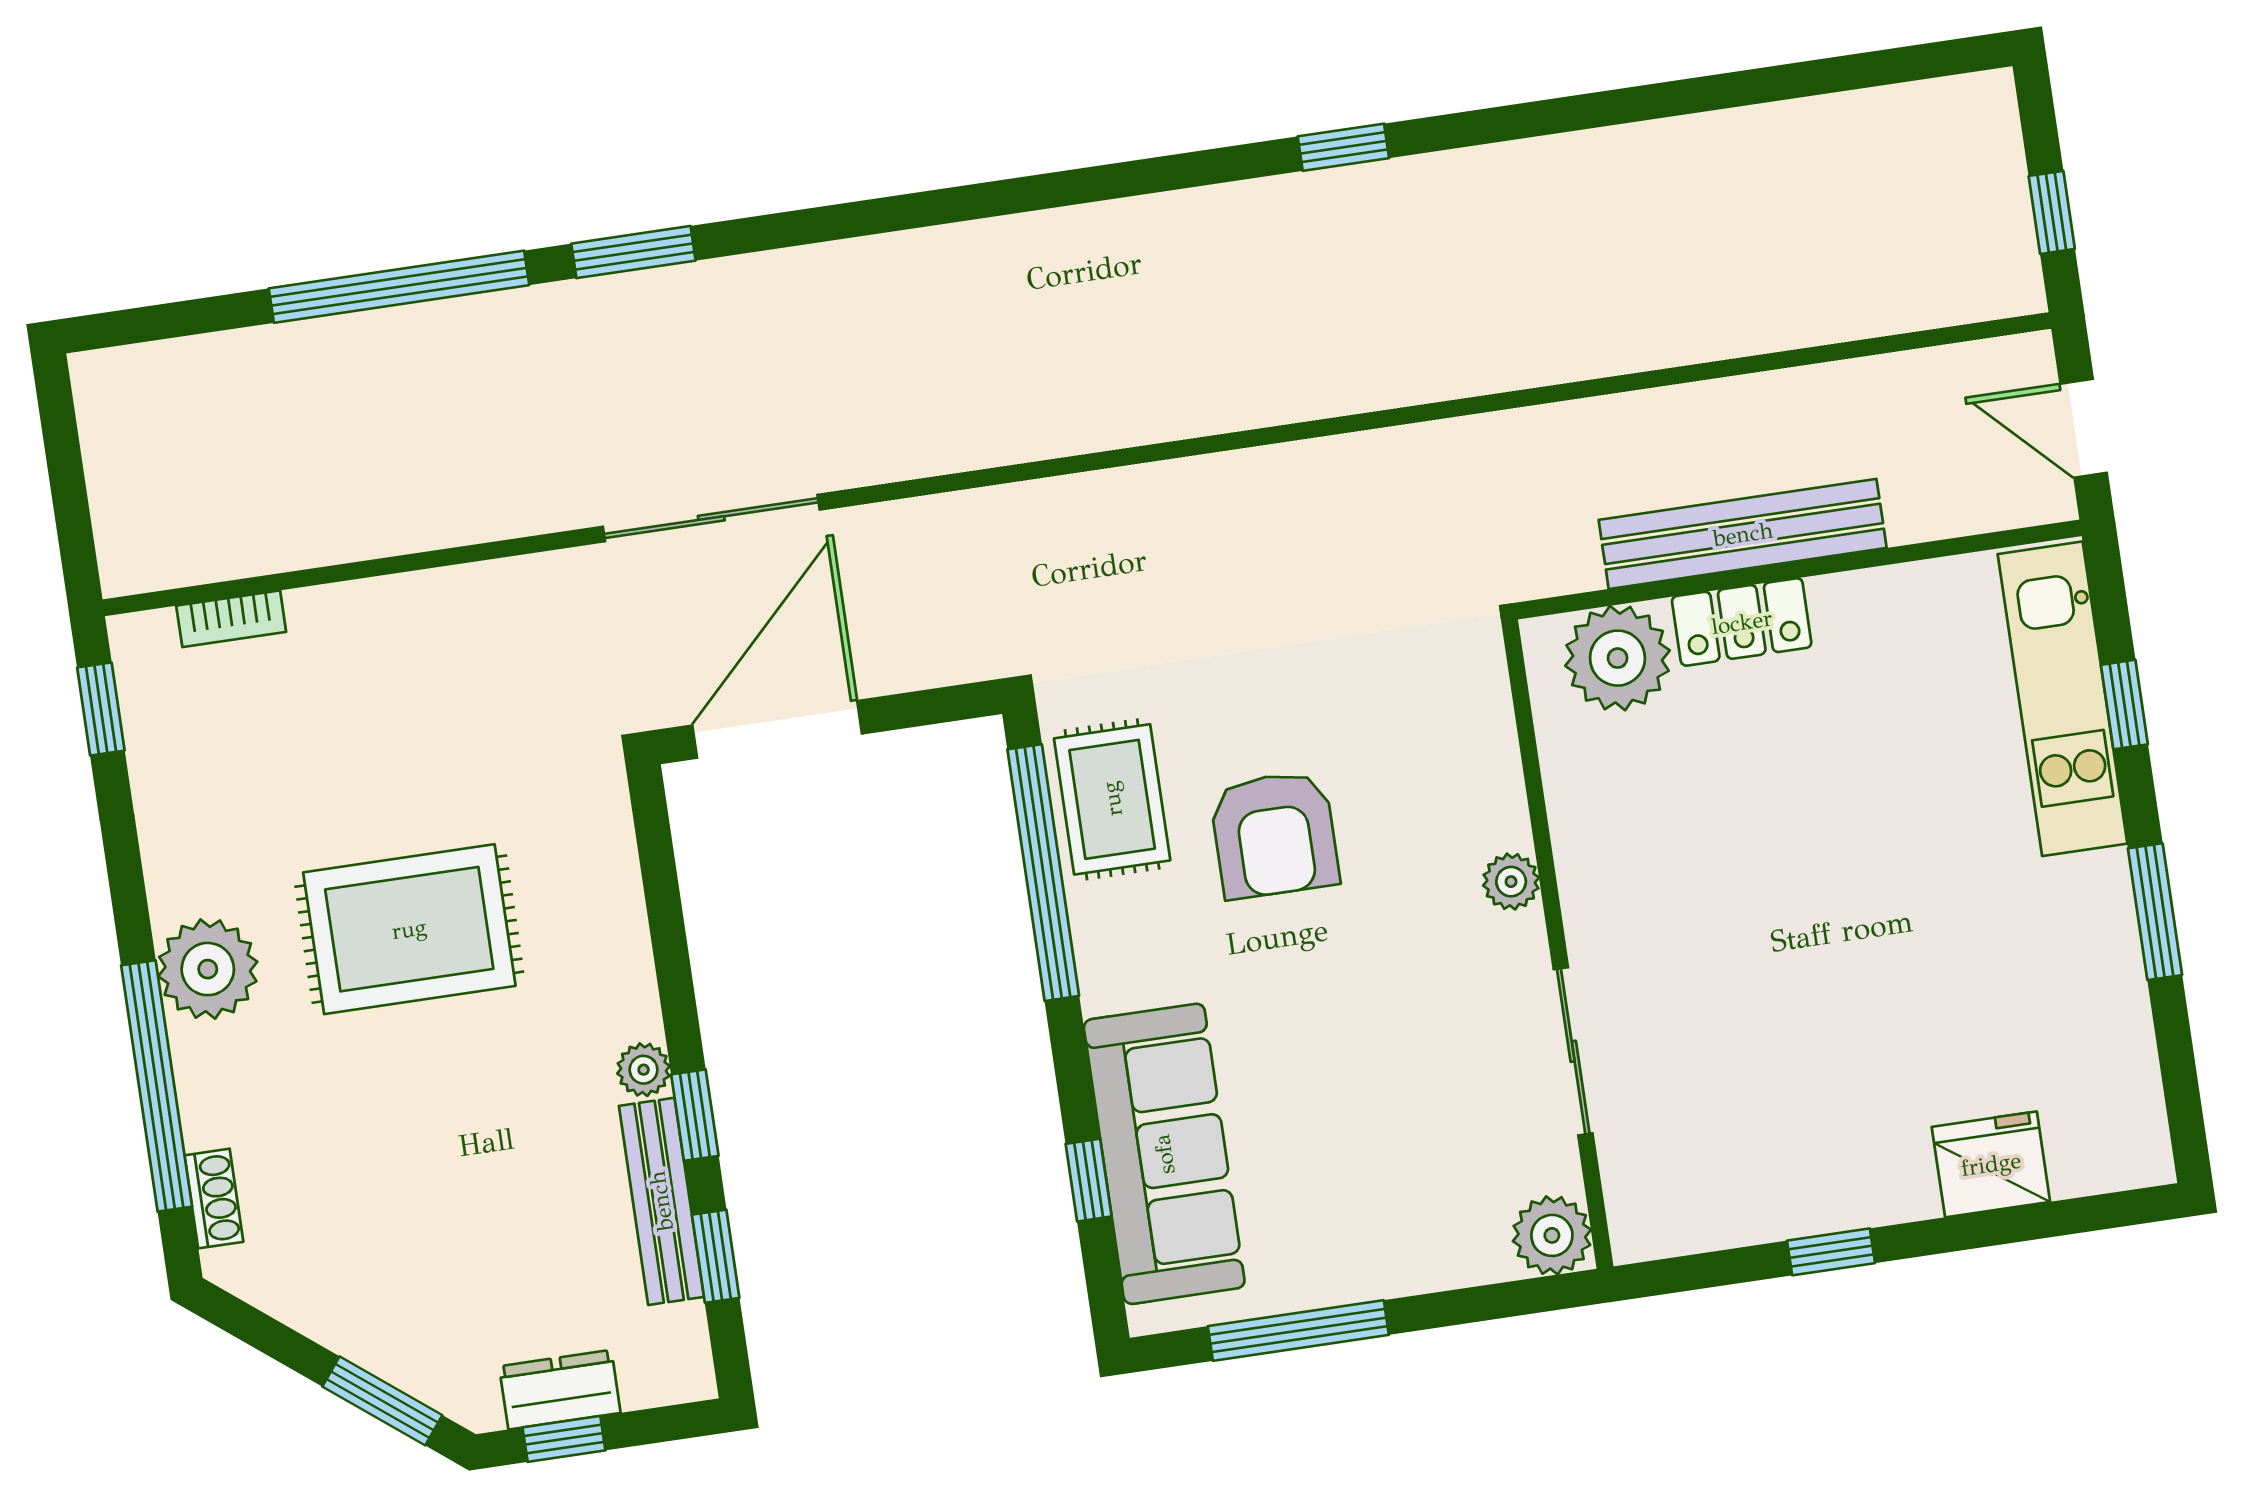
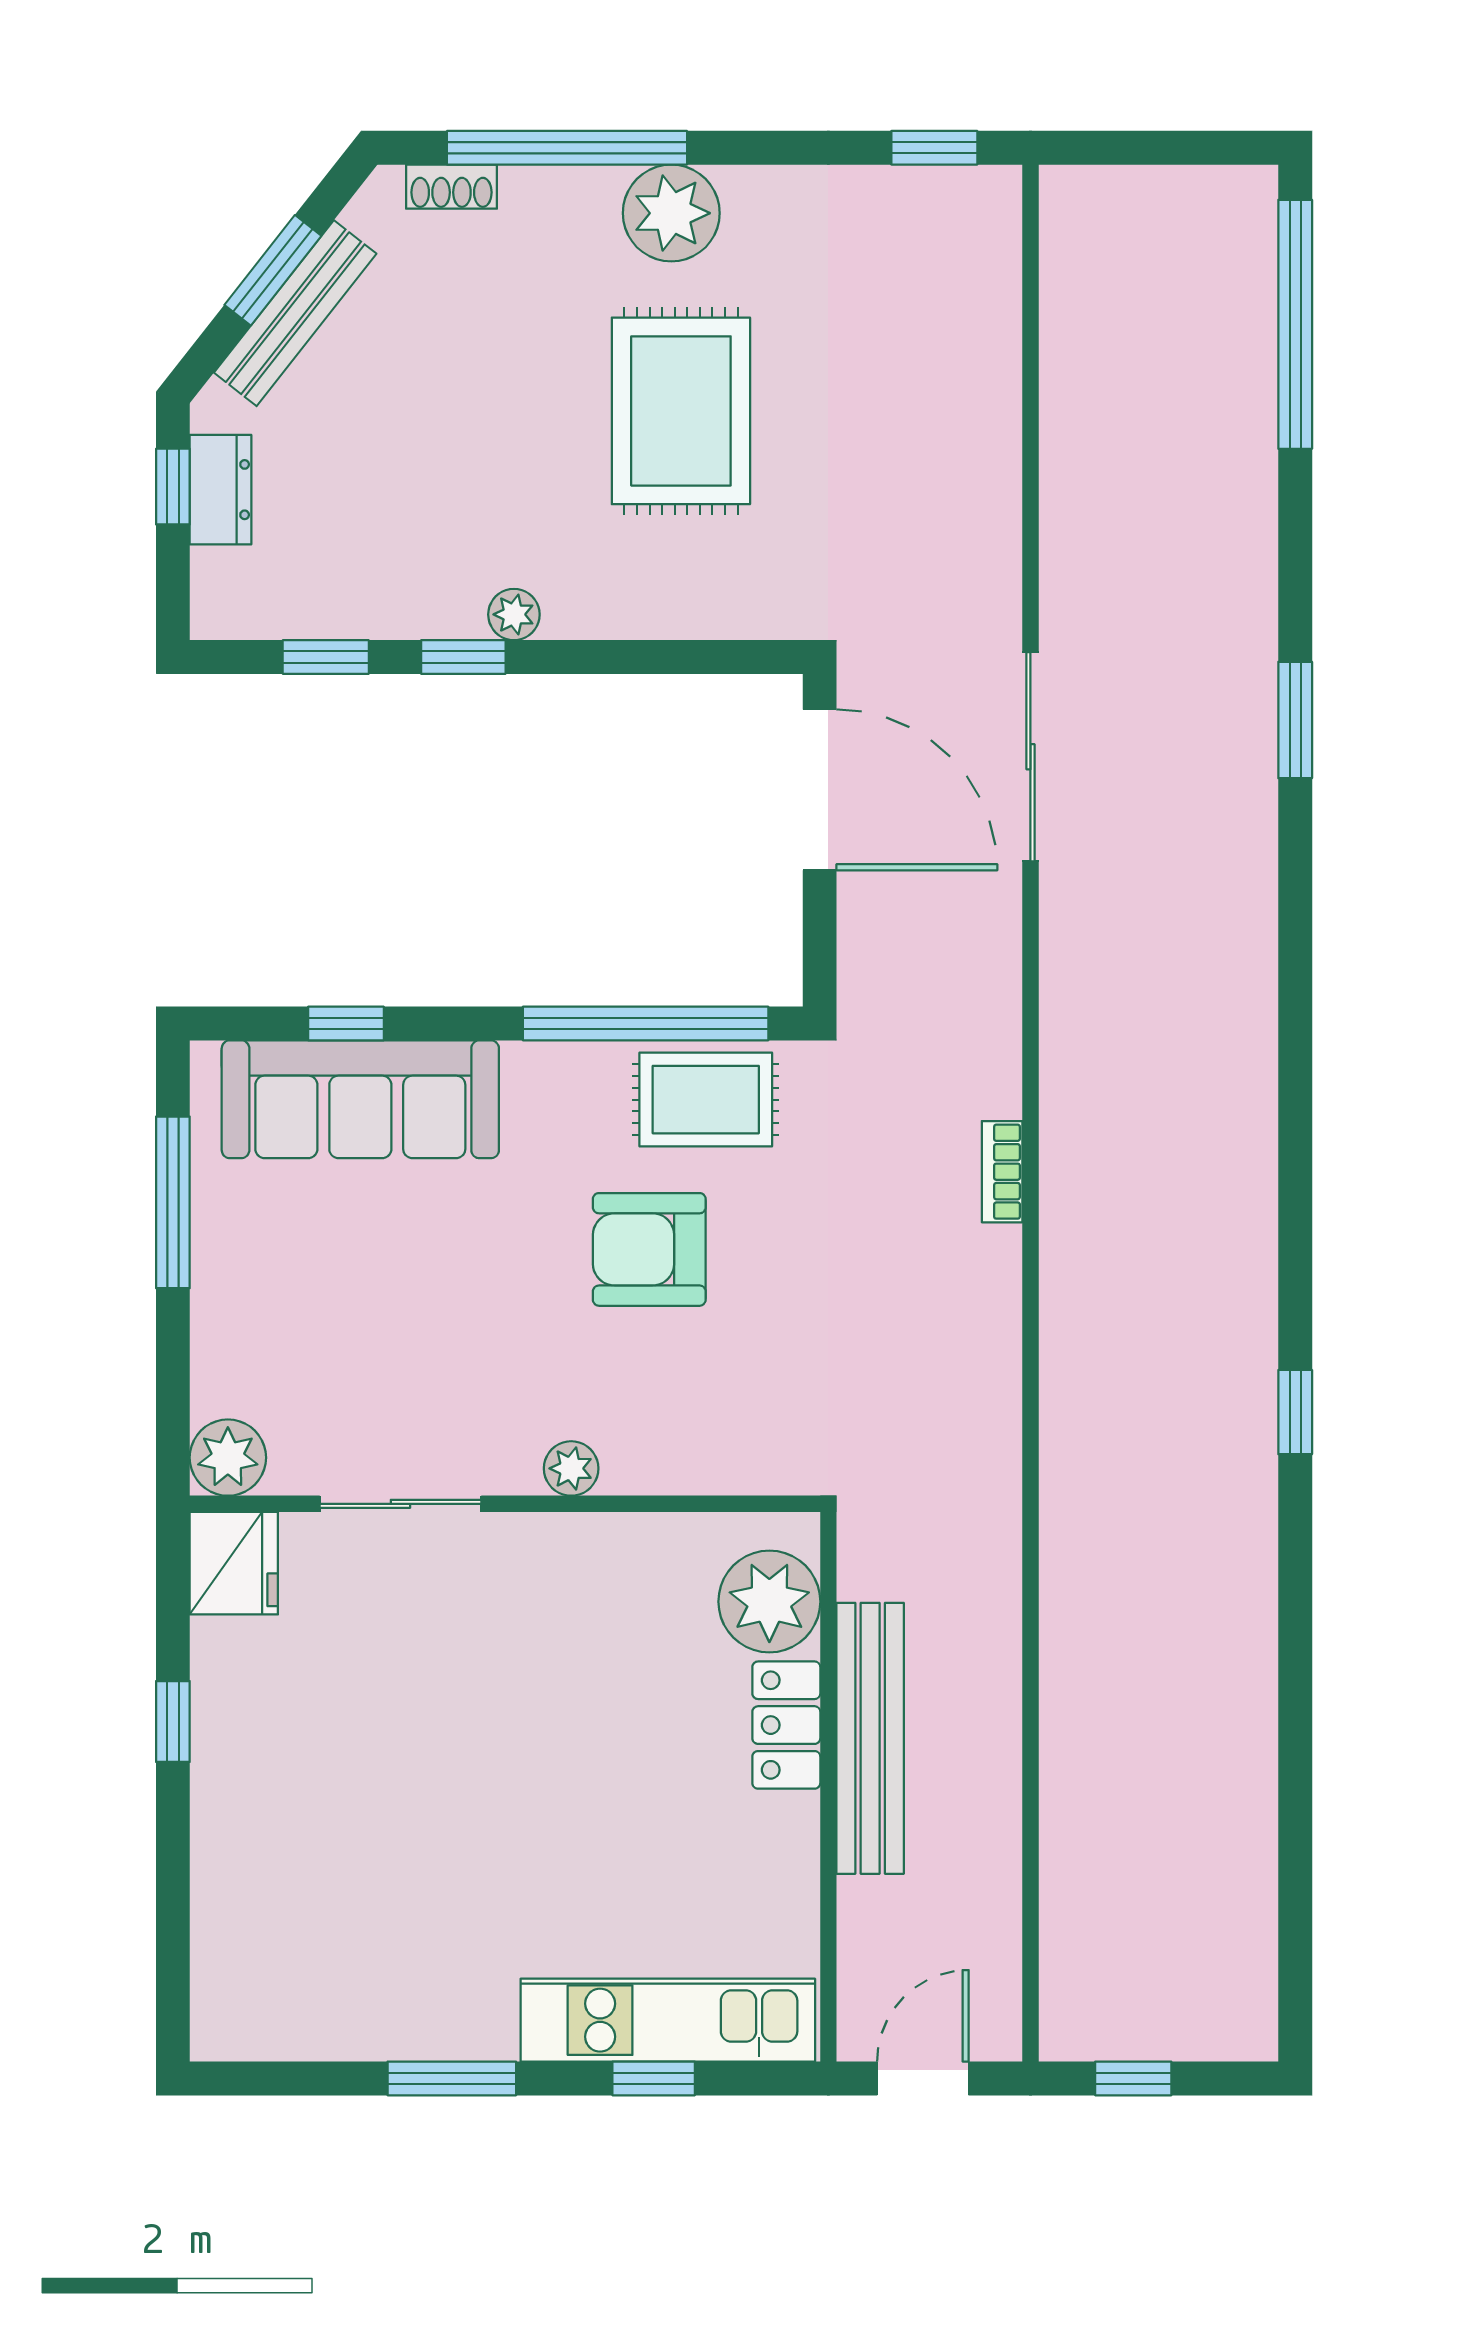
window: (399, 287) -> (1295, 324), moved
bookcase: (231, 619) -> (1002, 1172), moved
fridge: (1991, 1164) -> (234, 1563), moved
bench: (661, 1201) -> (295, 313), moved, turned -52
window: (382, 1401) -> (273, 270), moved

